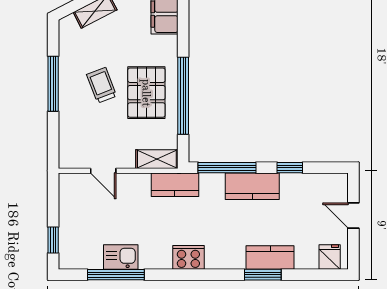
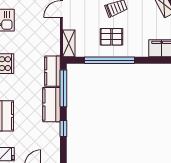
pallet: (146, 93) -> (111, 37), width x0.67, depth x0.71
kitchen counter: (175, 185) -> (52, 71), moved

